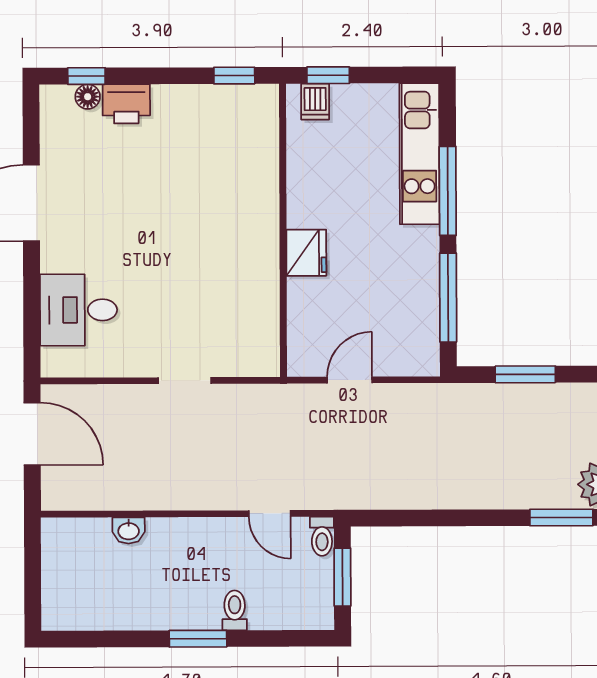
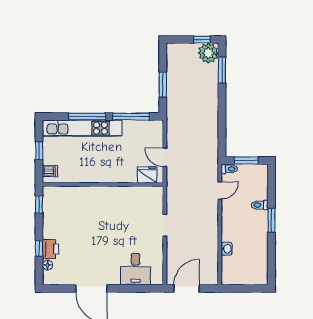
window: (328, 75) -> (39, 151), moved
window: (86, 76) -> (39, 248), moved
kitchen unit: (419, 154) -> (82, 128), width x1.36
fridge: (306, 253) -> (147, 175), moved

